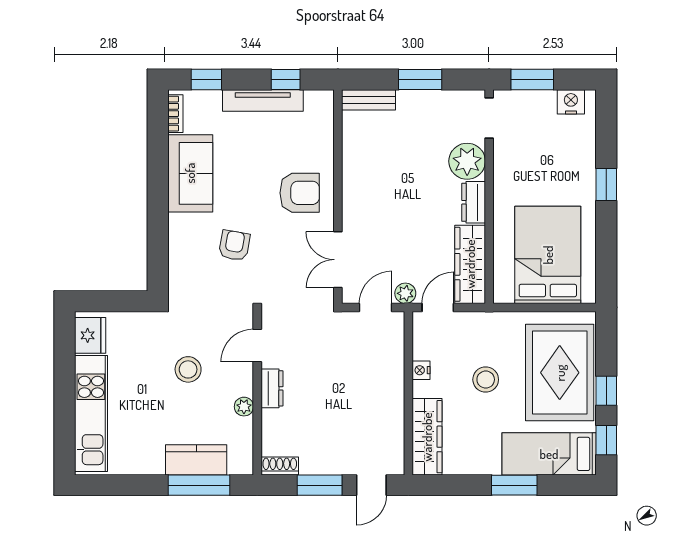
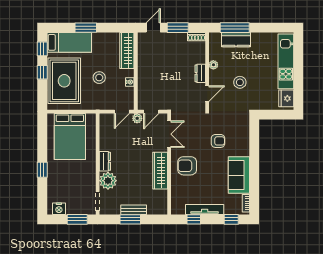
bench: (368, 100) -> (134, 210), moved
armchair: (234, 245) -> (218, 141), turned -100
wardrobe: (470, 264) -> (160, 171), moved, turned 180

